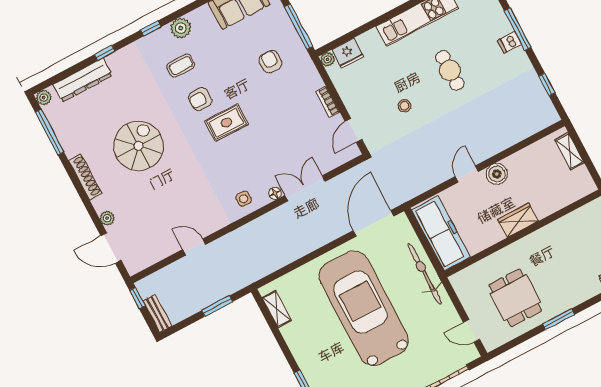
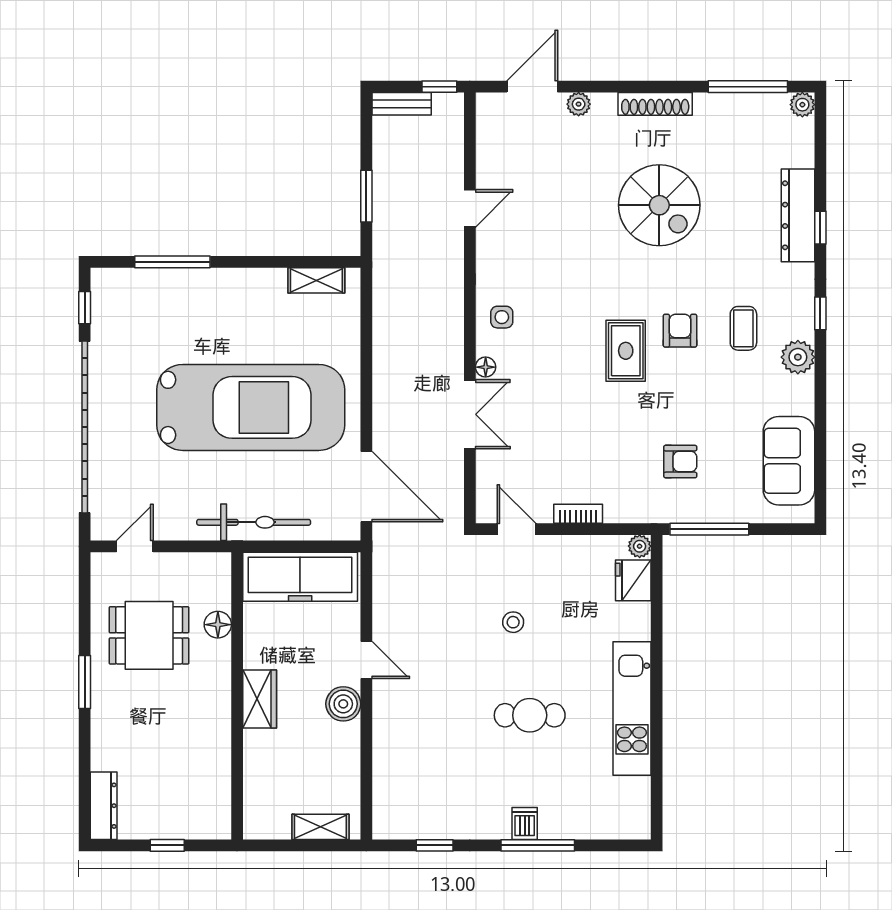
dresser: (83, 80) -> (798, 215), moved
floor lamp: (490, 264) -> (218, 625), added

